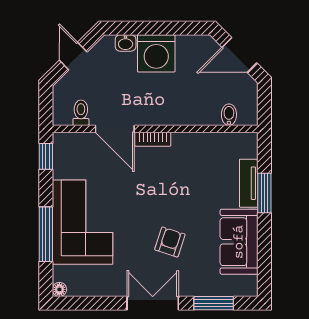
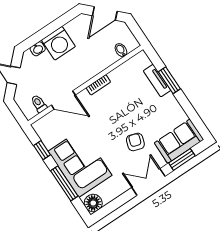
bookcase: (153, 139) -> (98, 85), moved
window: (46, 156) -> (42, 150), moved
sofa: (239, 242) -> (179, 141), moved, turned 90
floor lamp: (59, 289) -> (93, 203), width x1.89, depth x1.89

